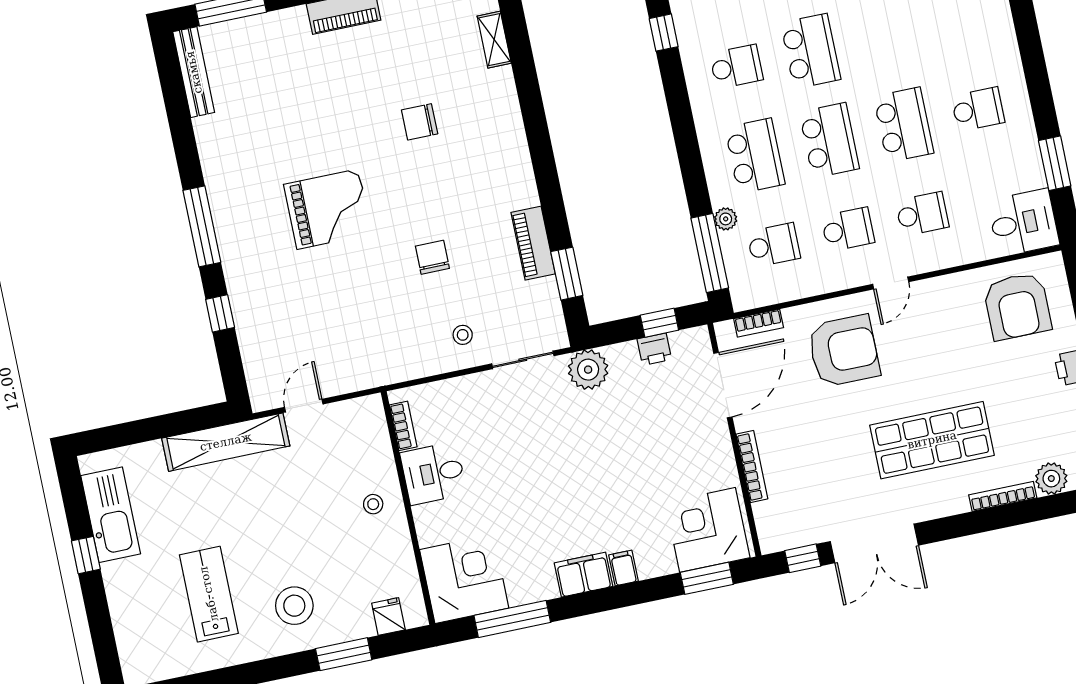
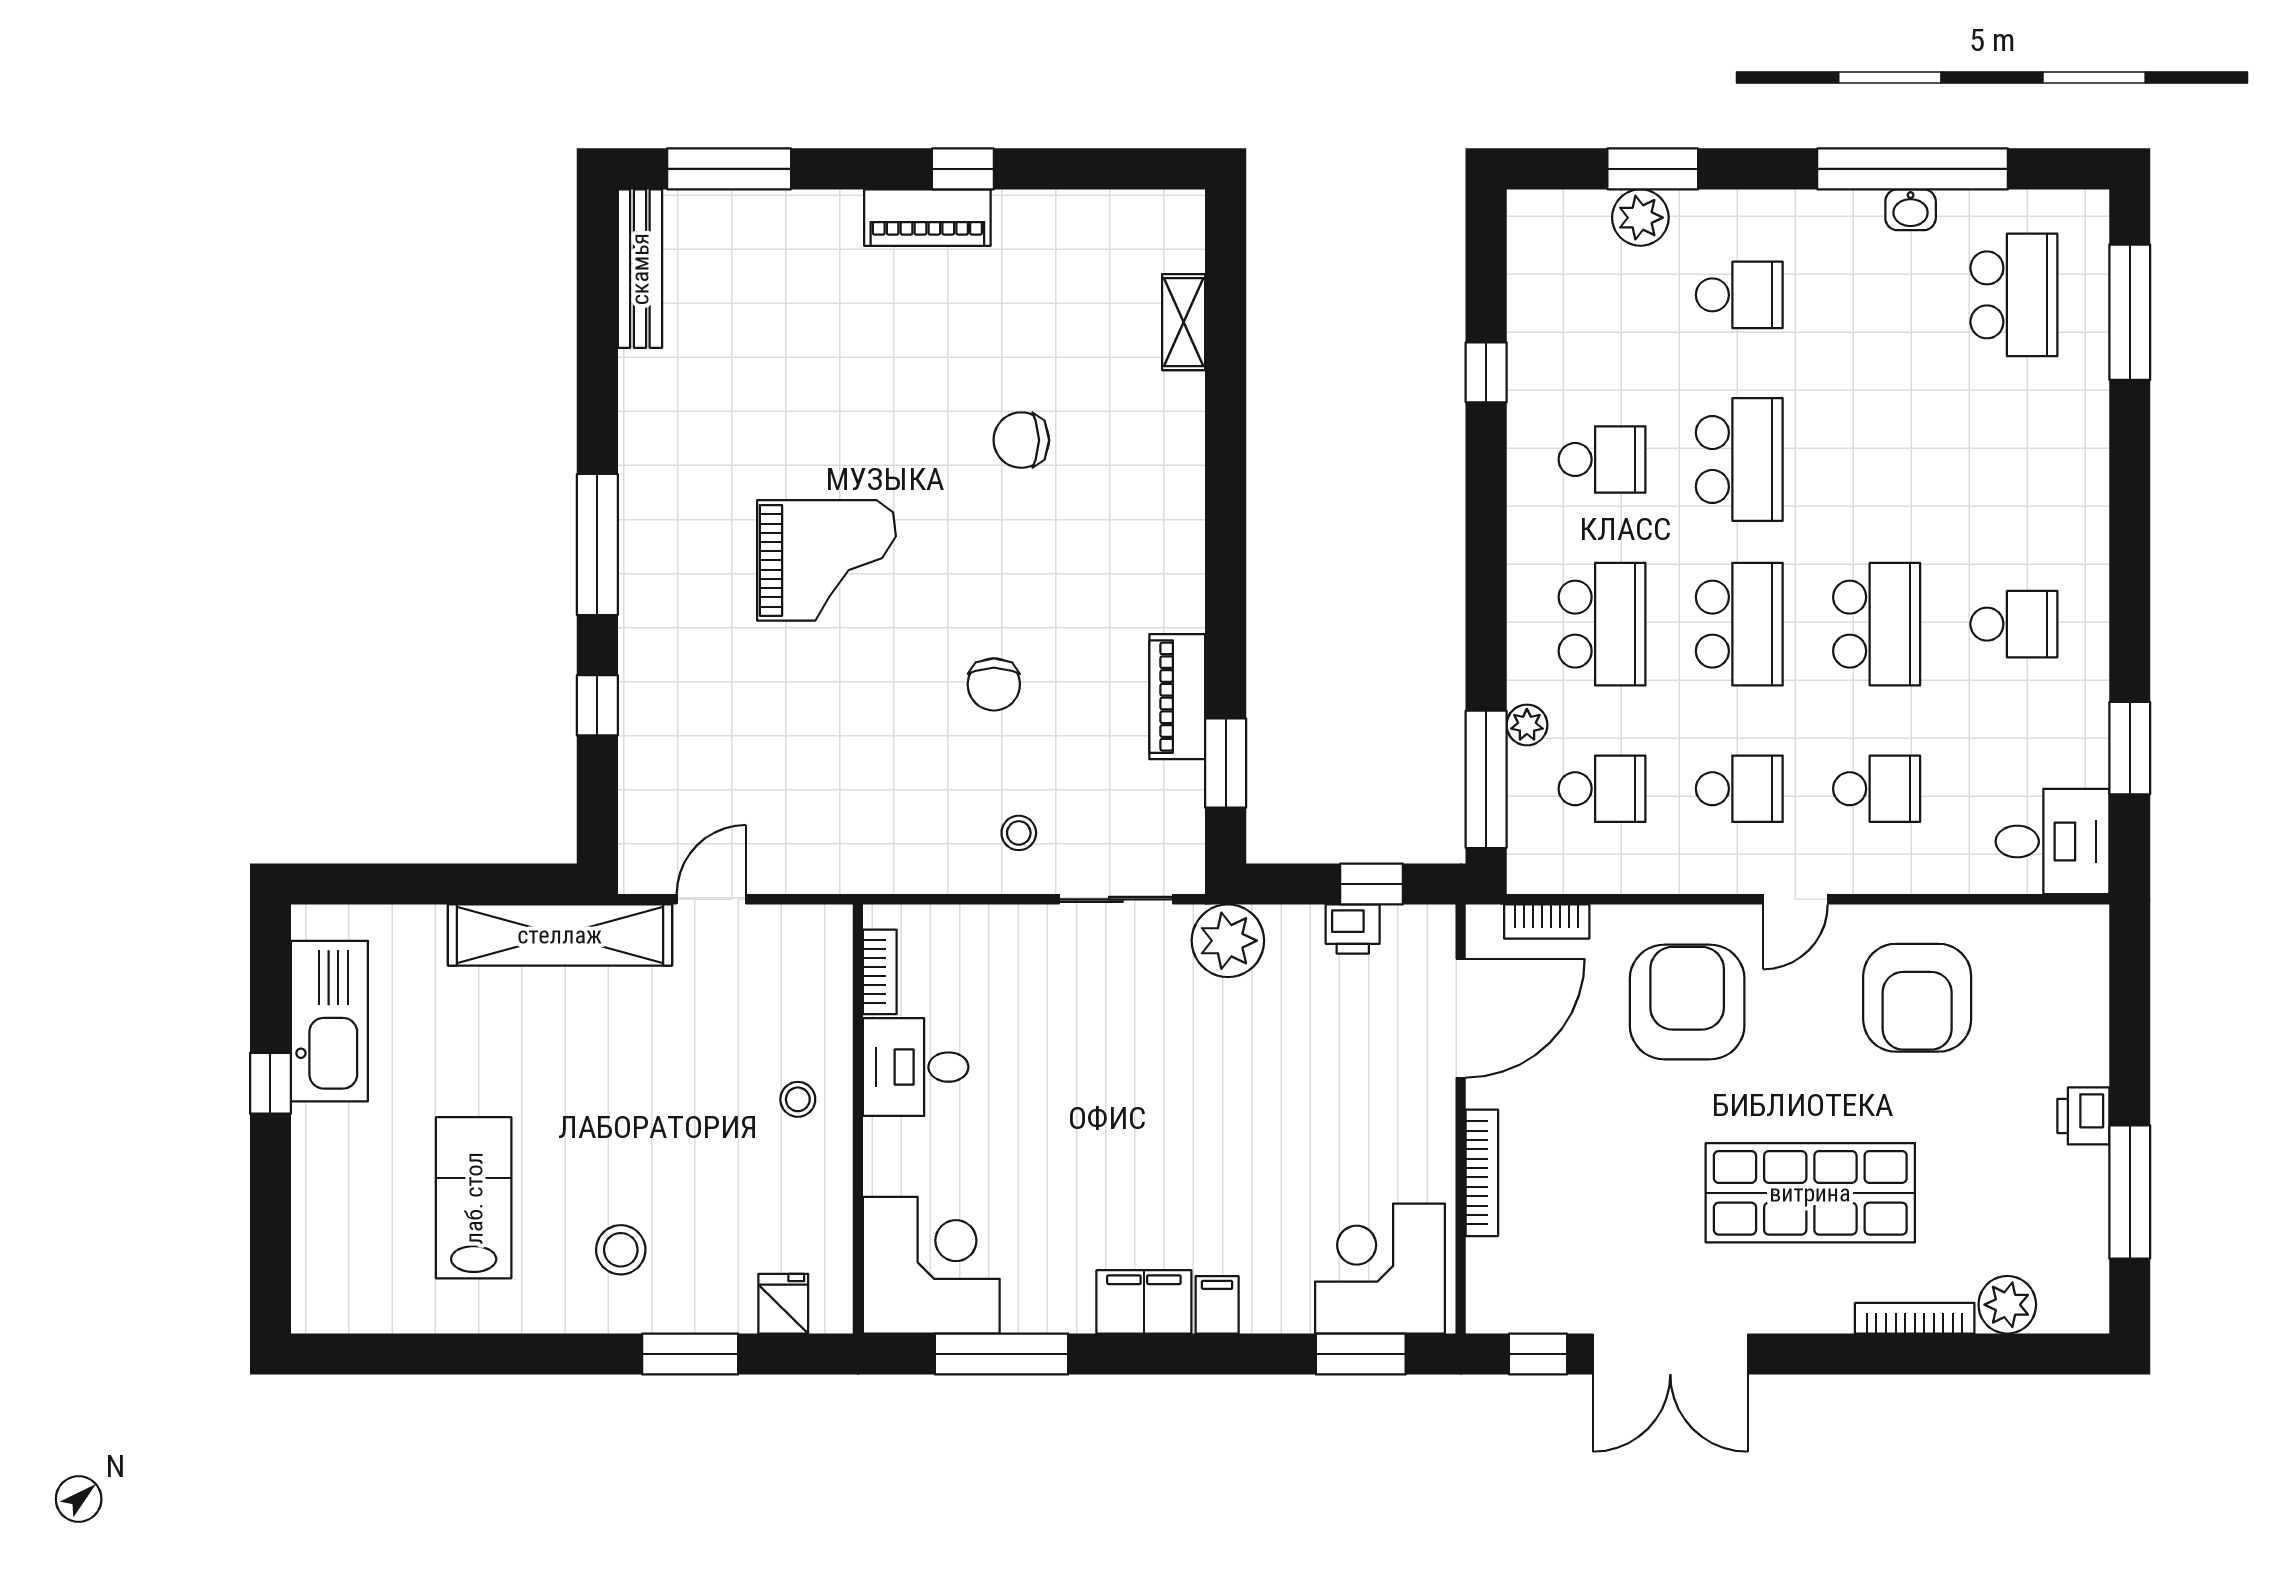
chair: (432, 257) -> (994, 684), turned 180
armchair: (1017, 306) -> (1917, 998), moved
armchair: (844, 351) -> (1687, 1002), turned -90
stool: (294, 606) -> (621, 1250), width x0.73, depth x0.73

